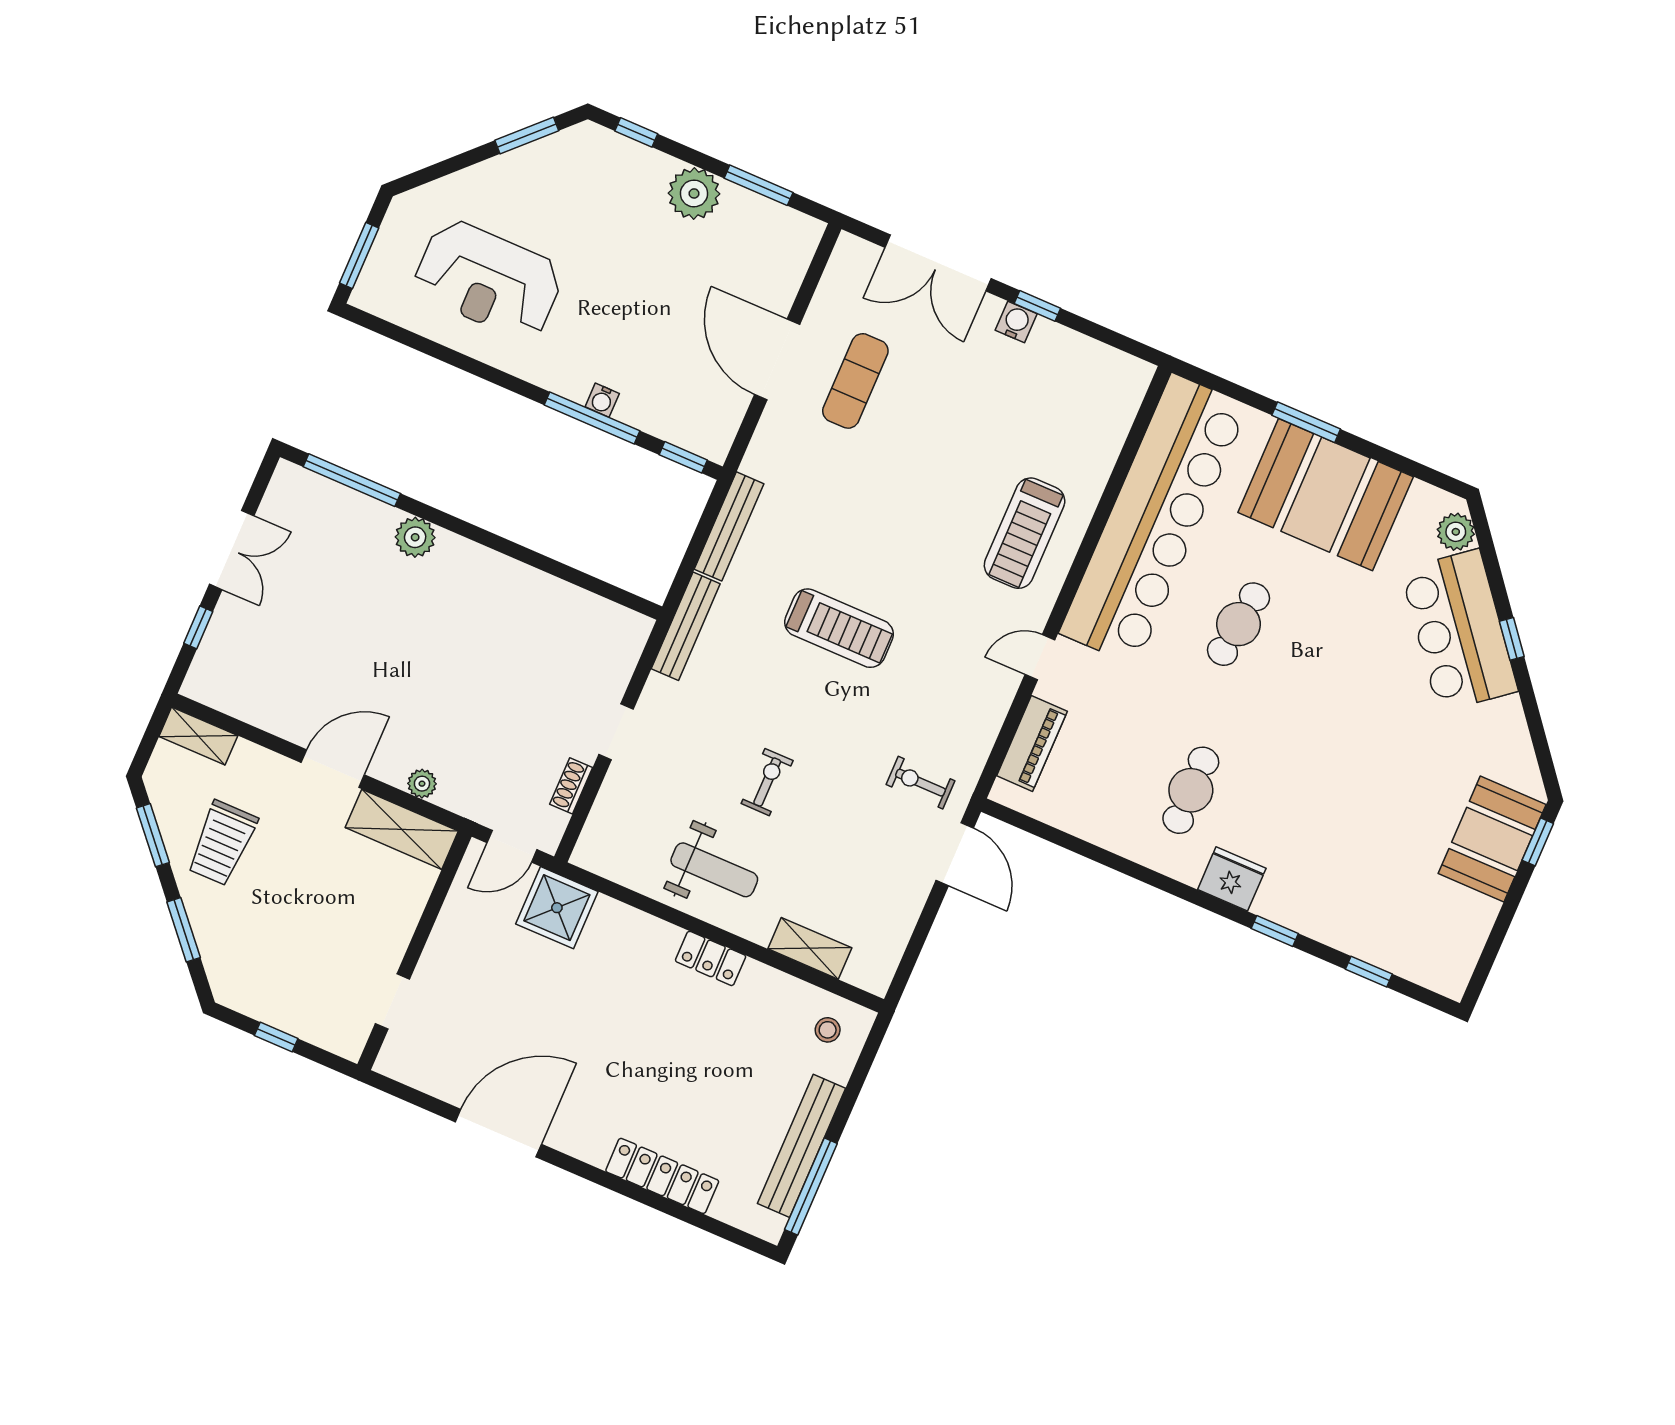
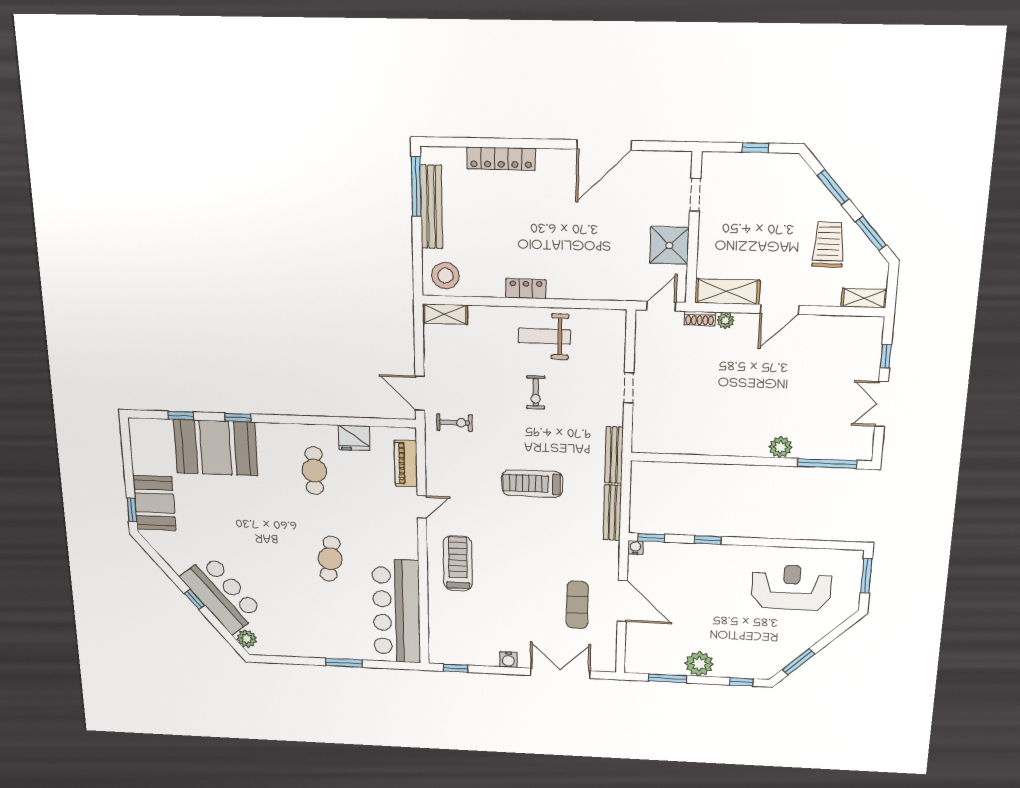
window: (1037, 306) -> (456, 668), moved
water cooler: (602, 400) -> (635, 548), moved
window: (592, 418) -> (708, 540), width x0.46
booth: (1326, 495) -> (216, 448), moved
bar counter: (1154, 520) -> (397, 611), width x0.73
shoe rack: (571, 786) -> (700, 319), moved, turned 90
fridge: (1232, 879) -> (354, 438), moved
shower: (557, 908) -> (669, 245), moved
shelving: (810, 948) -> (445, 314), moved
stool: (828, 1030) -> (445, 276), width x1.89, depth x1.89

